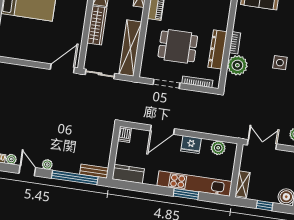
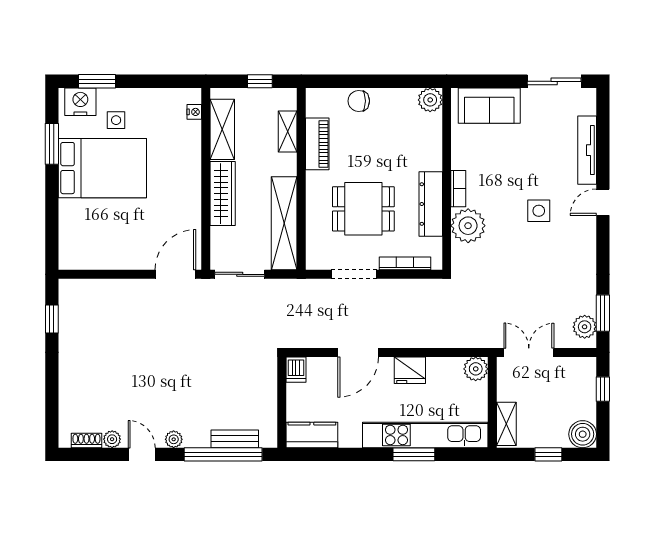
plant: (218, 148) -> (476, 369), moved
bench: (94, 171) -> (235, 439), moved

